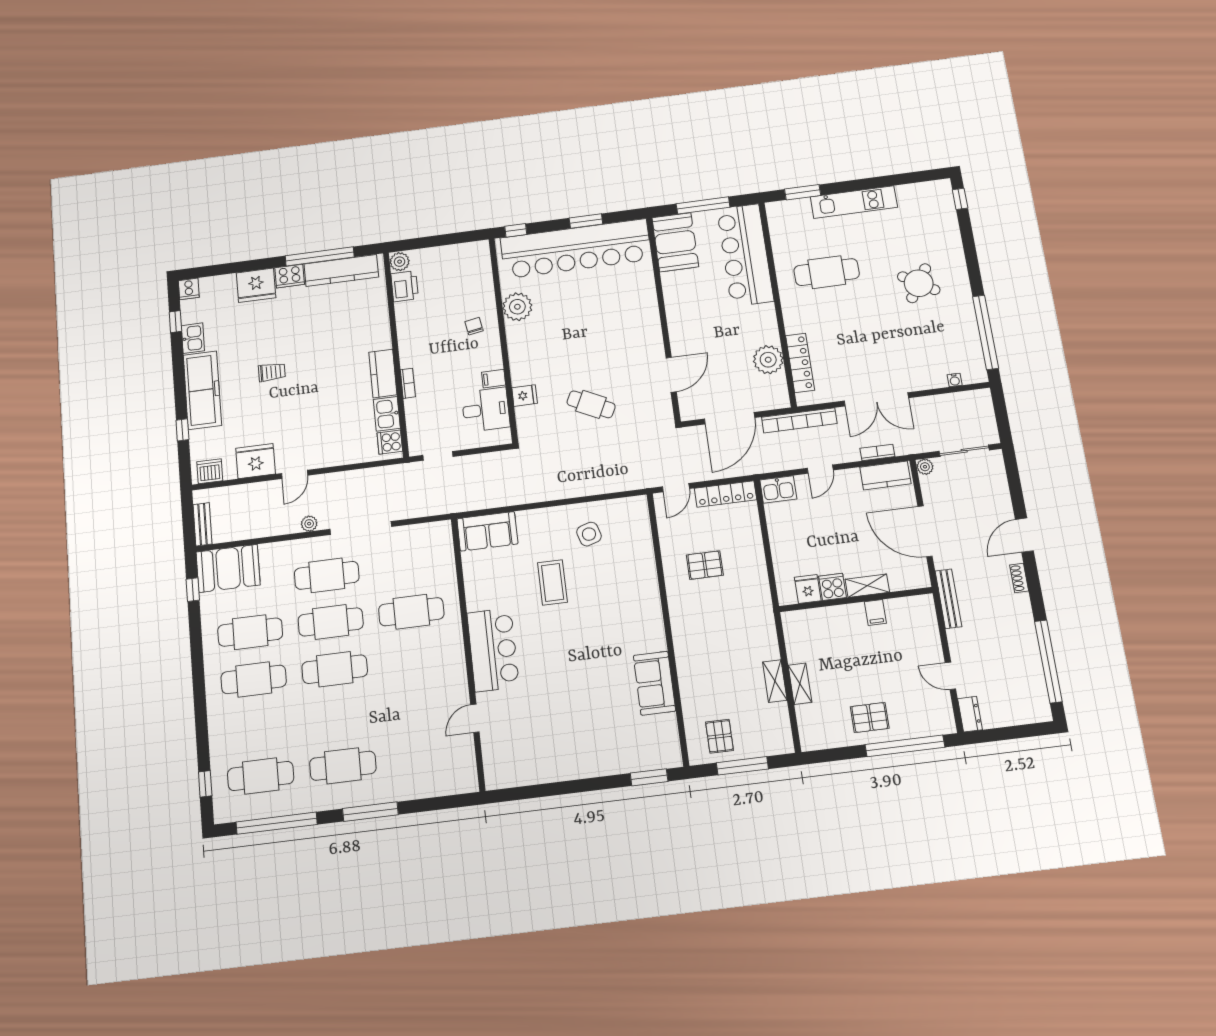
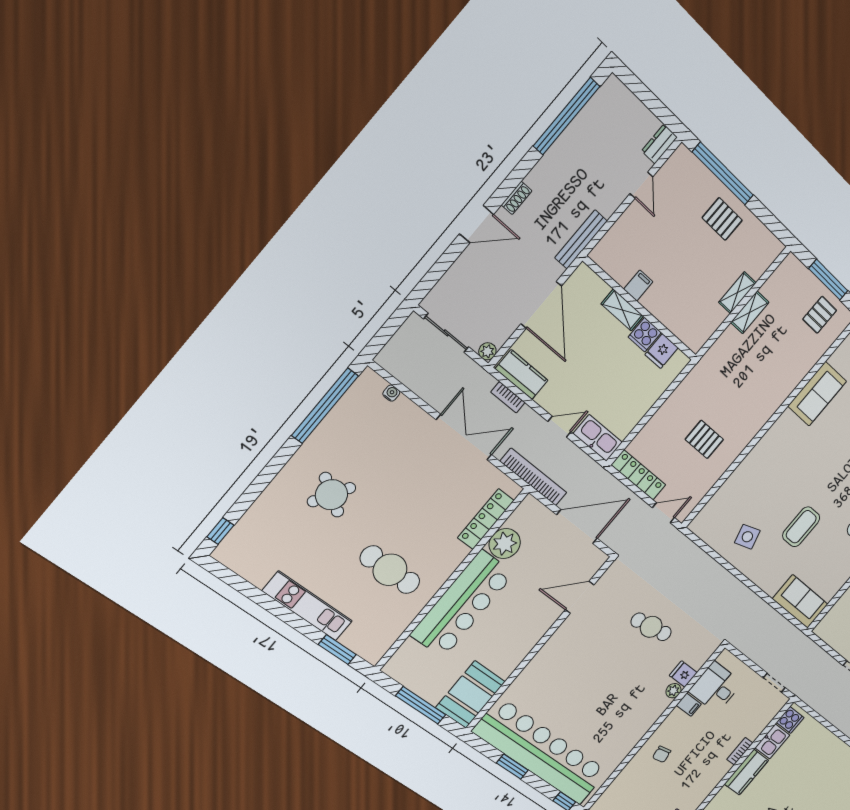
bar counter: (745, 255) -> (462, 604), moved
plant: (517, 307) -> (673, 691), moved, width x0.53, depth x0.53
cafe table: (591, 404) -> (651, 627), turned -35
kitchen sink: (778, 489) -> (598, 438), width x1.38

